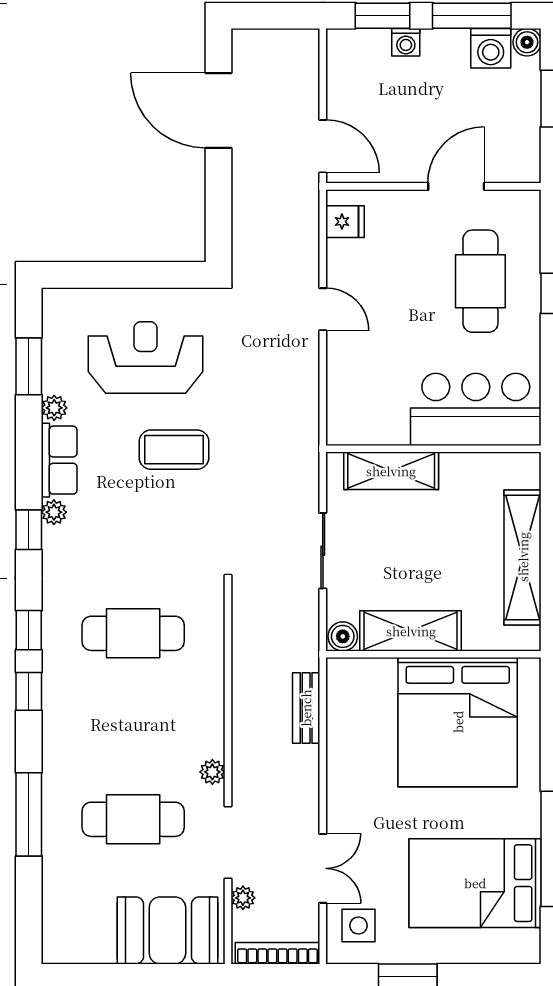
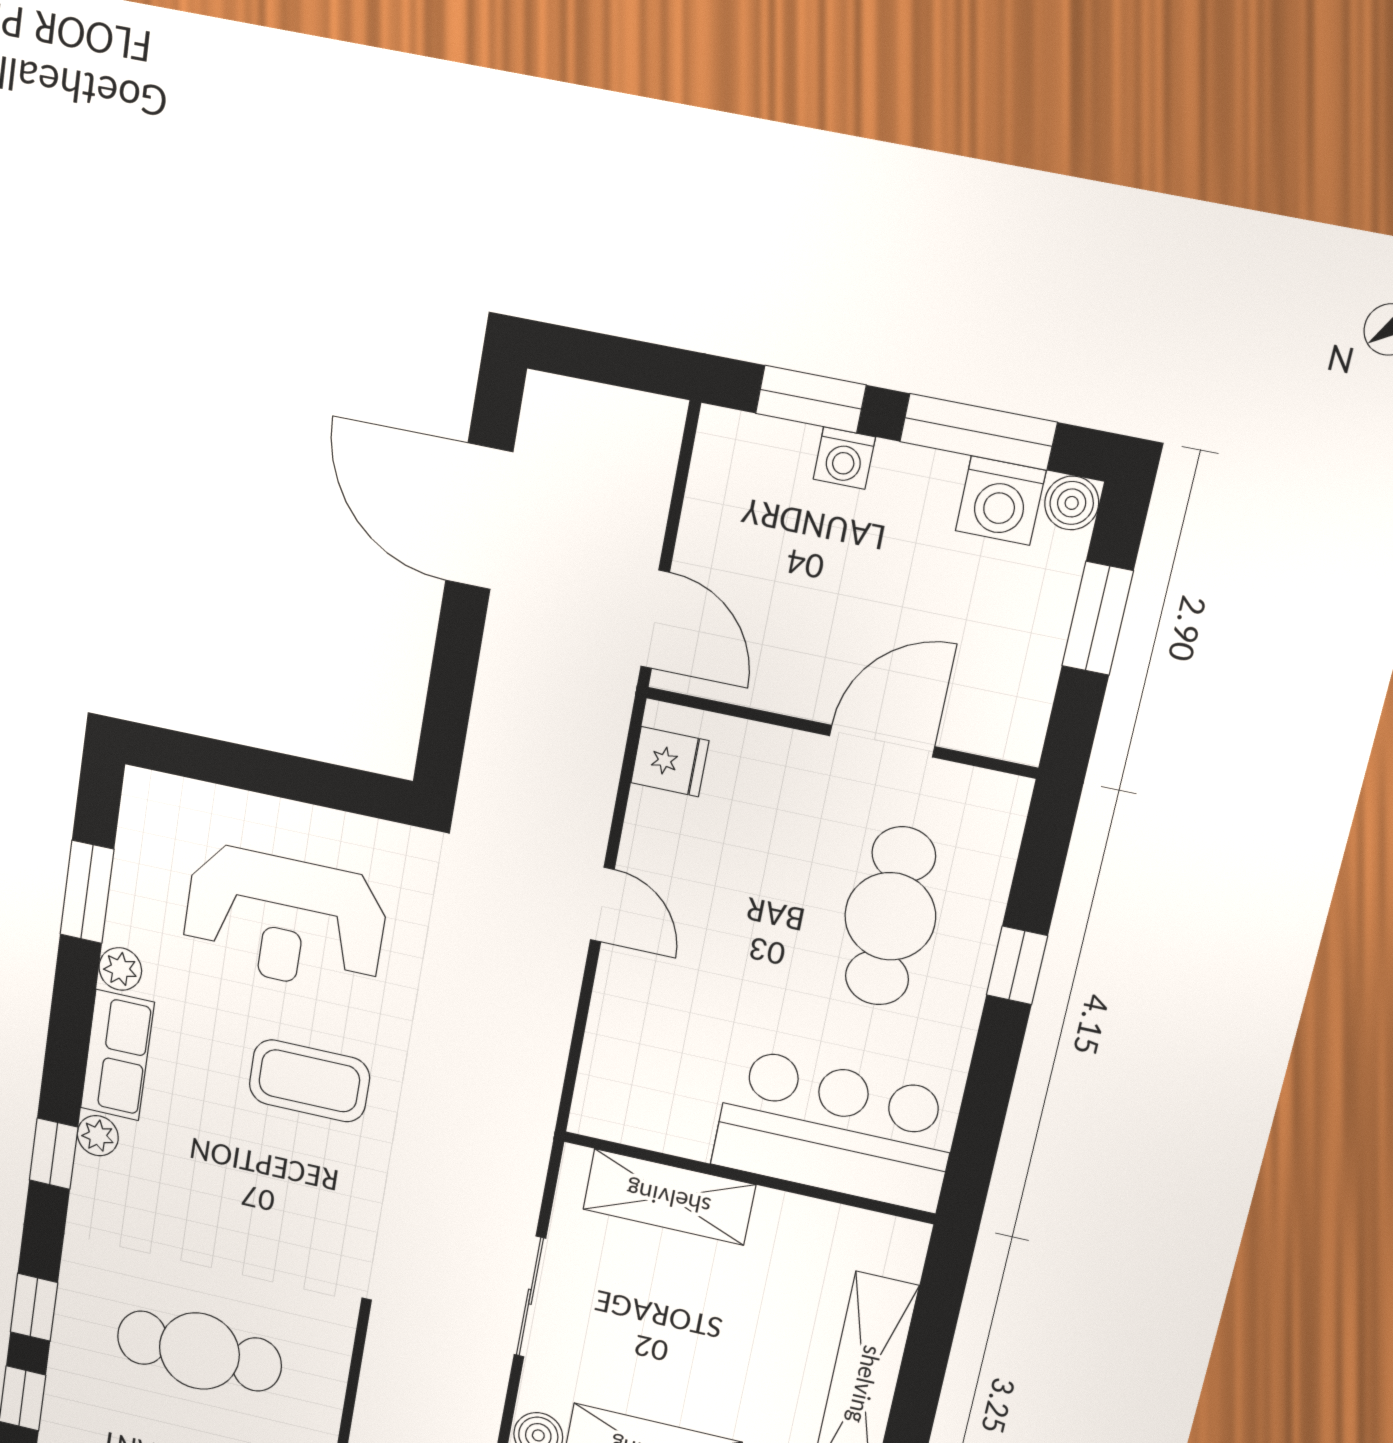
reception desk: (146, 357) -> (285, 920), turned 180

